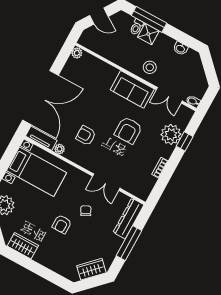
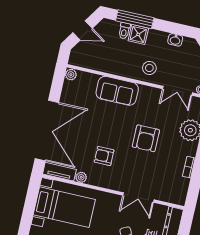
sofa: (132, 89) -> (117, 91), moved

